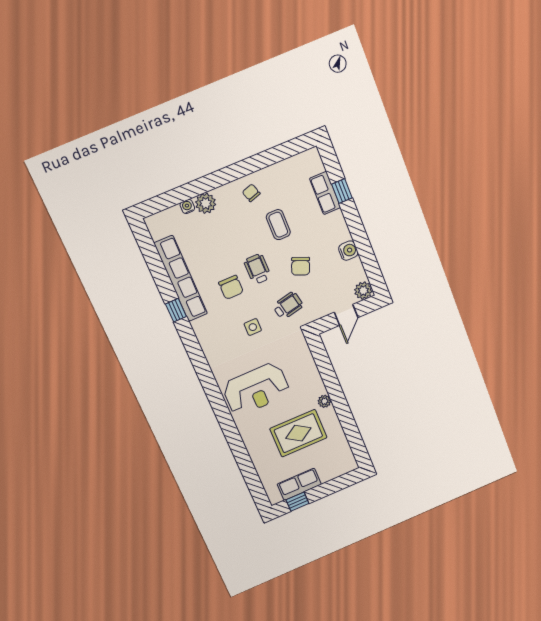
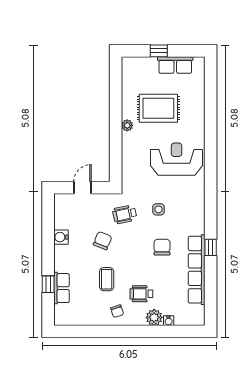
wheelchair: (257, 269) -> (141, 294), moved, turned 90
plant: (363, 291) -> (61, 201), removed
window: (297, 502) -> (159, 51), moved

